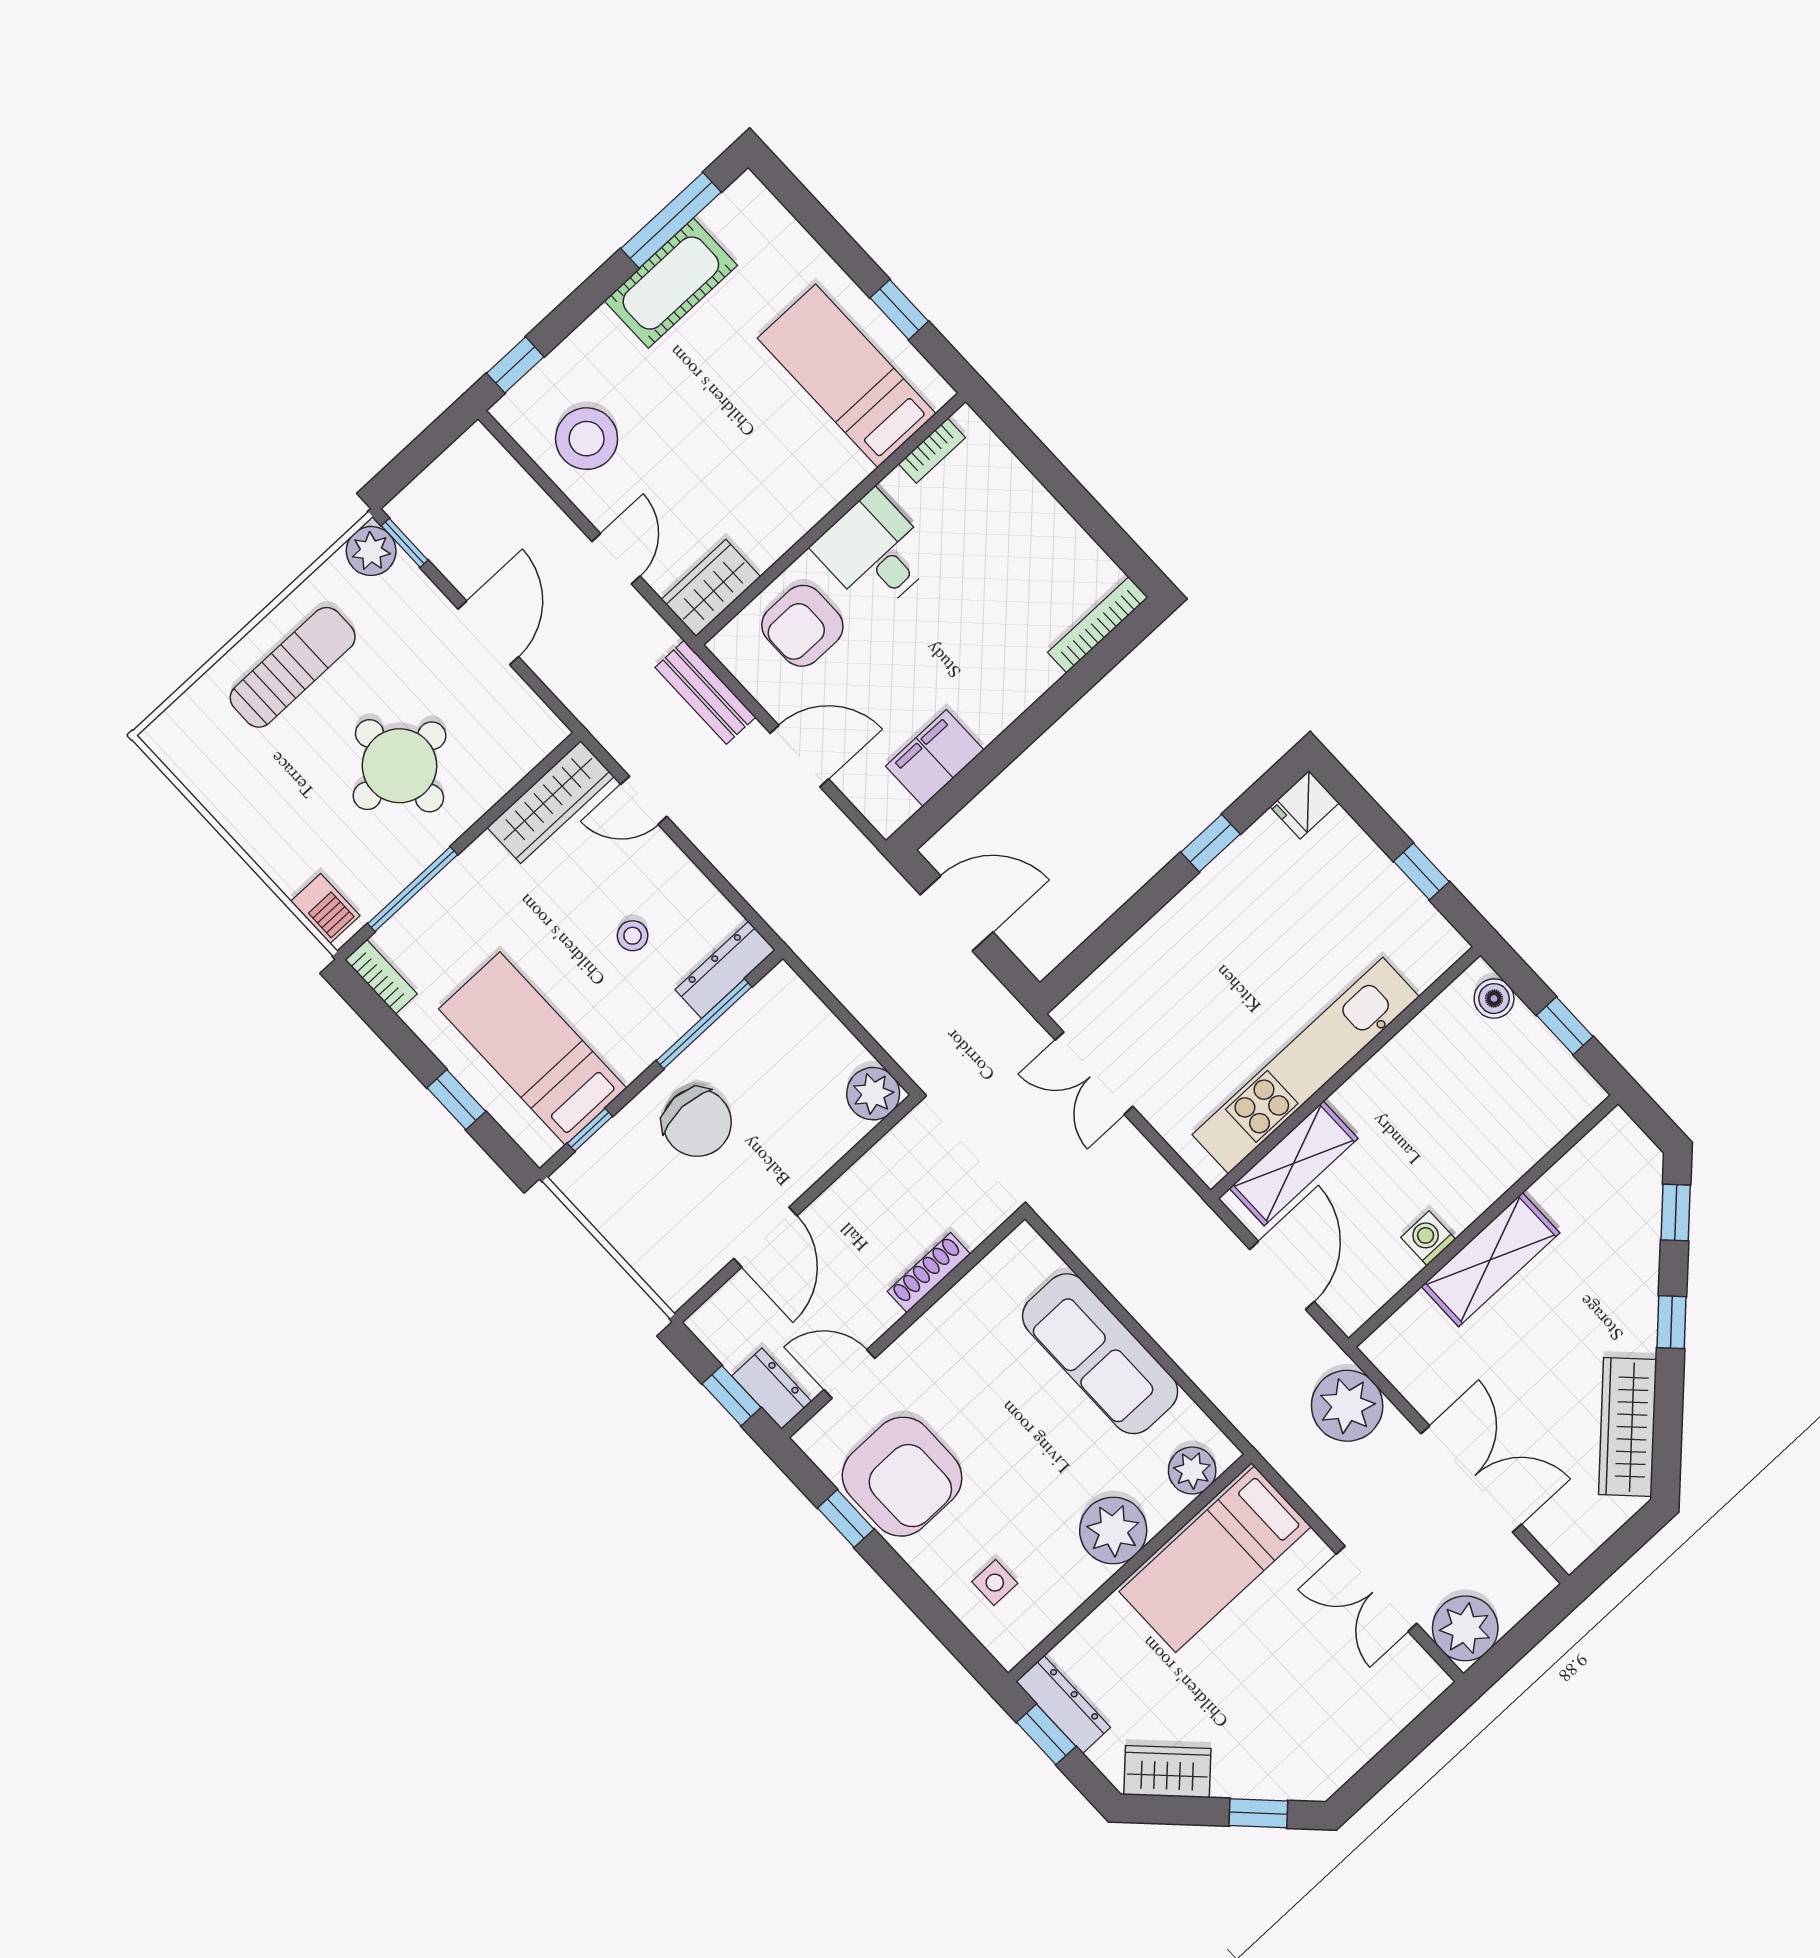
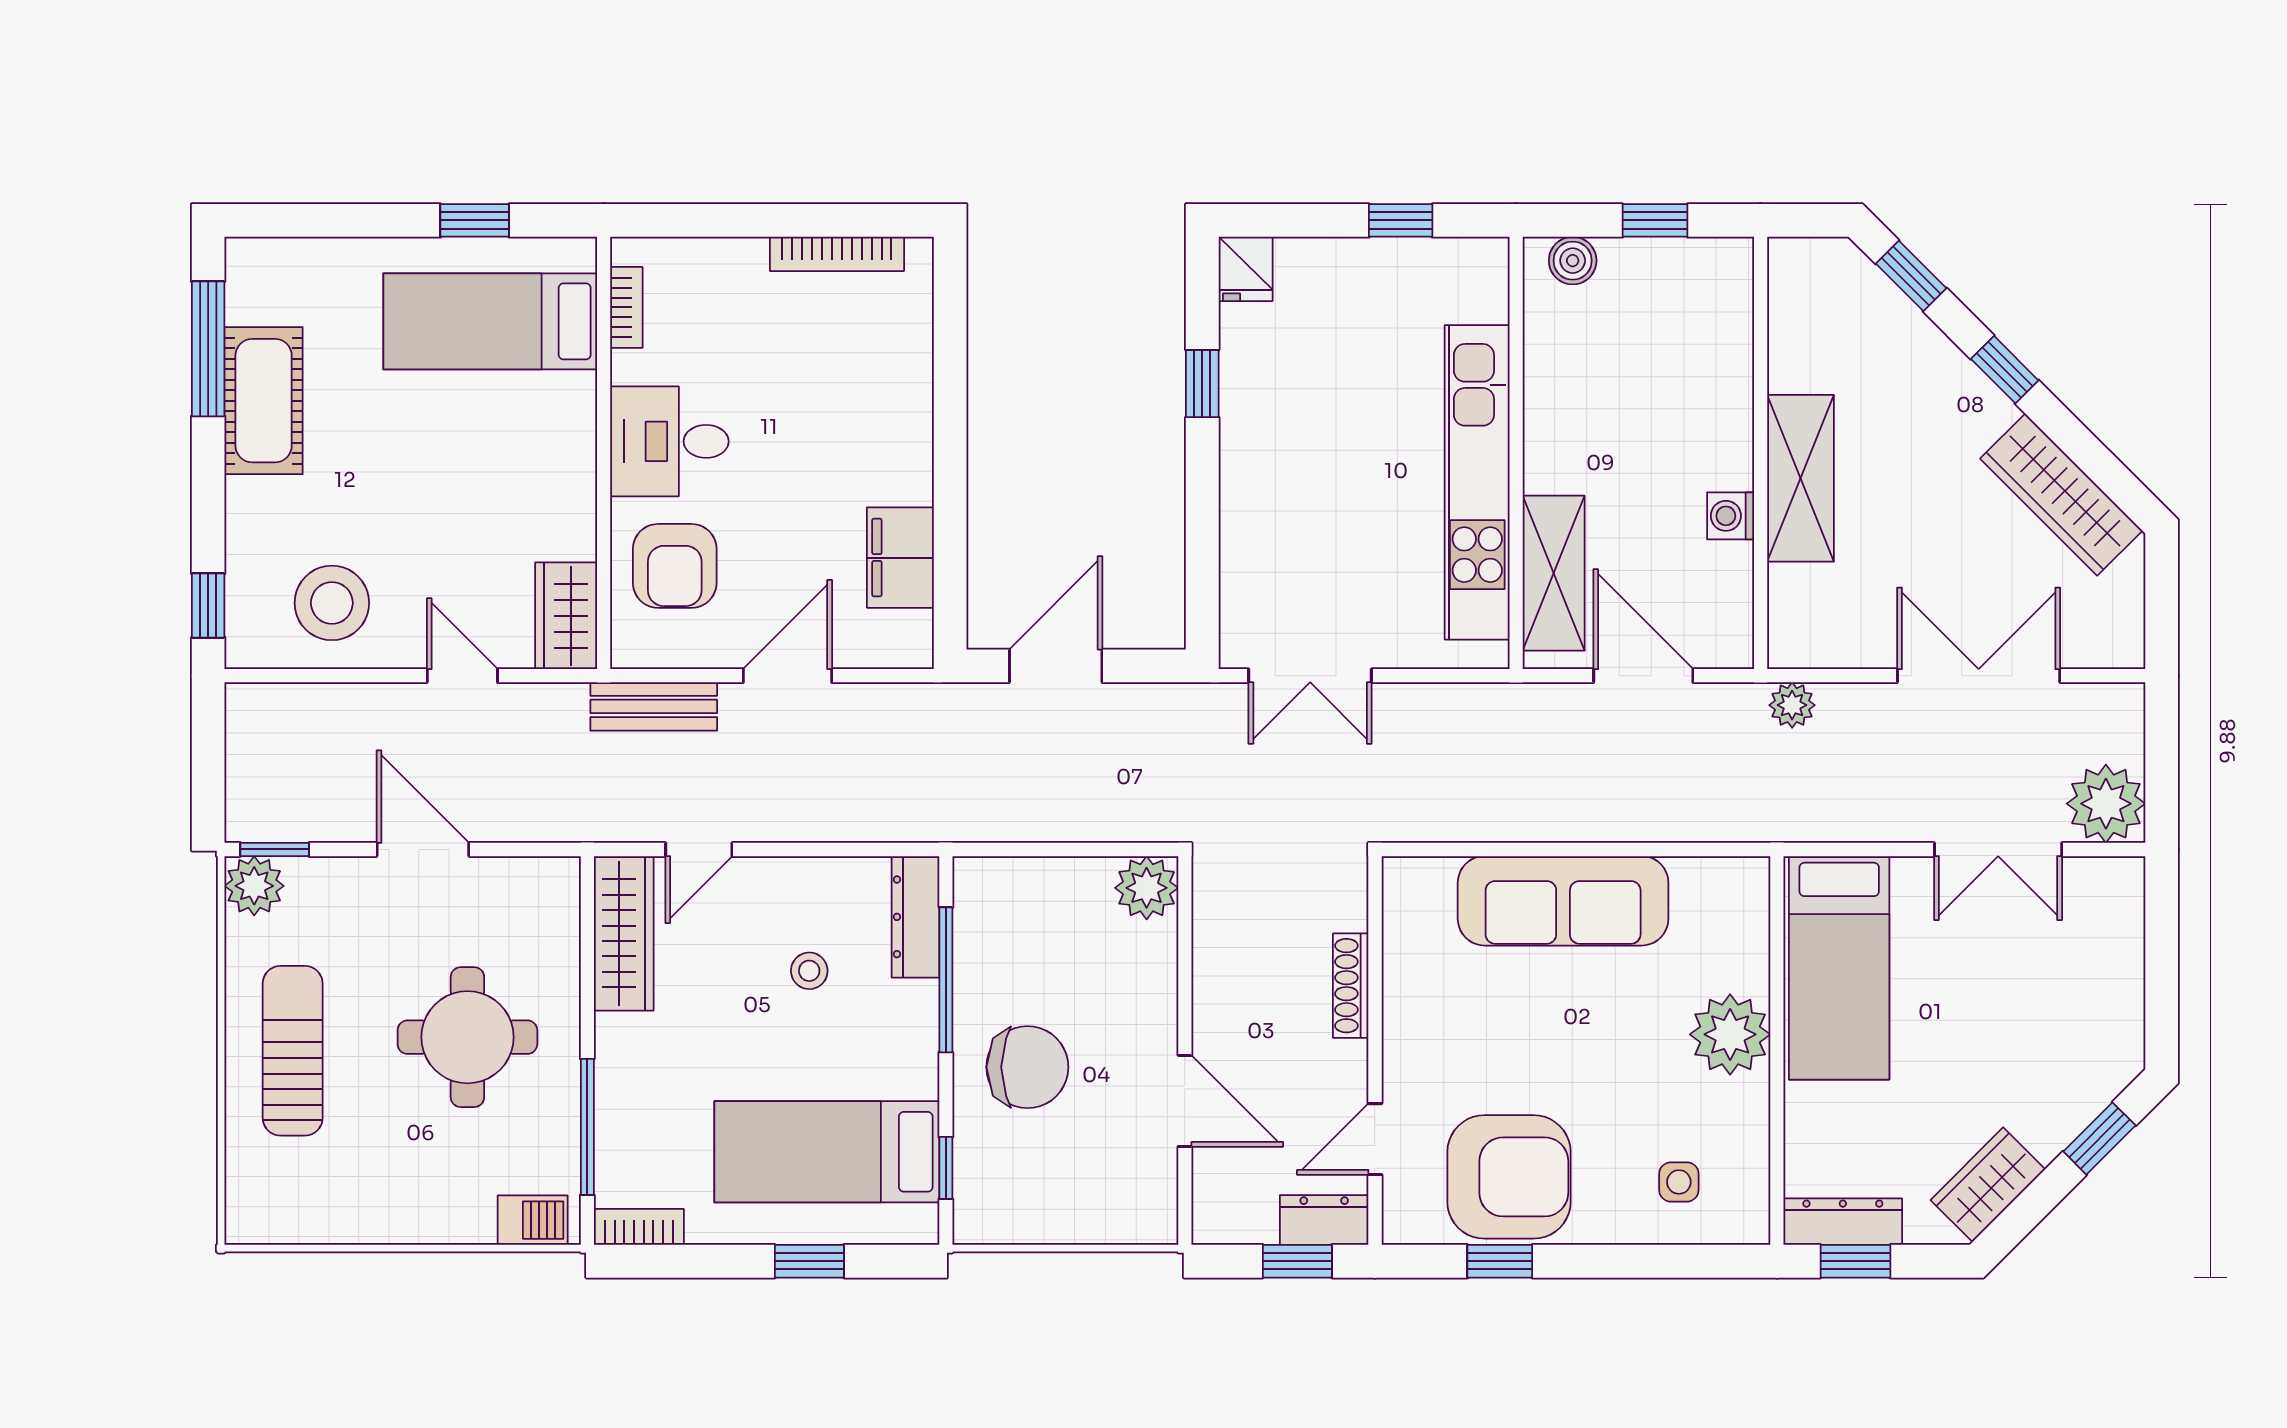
bookcase: (1098, 625) -> (837, 254), moved, turned -90
plant: (1347, 1406) -> (1792, 705), width x0.53, depth x0.53
plant: (1192, 1470) -> (1742, 915), removed

